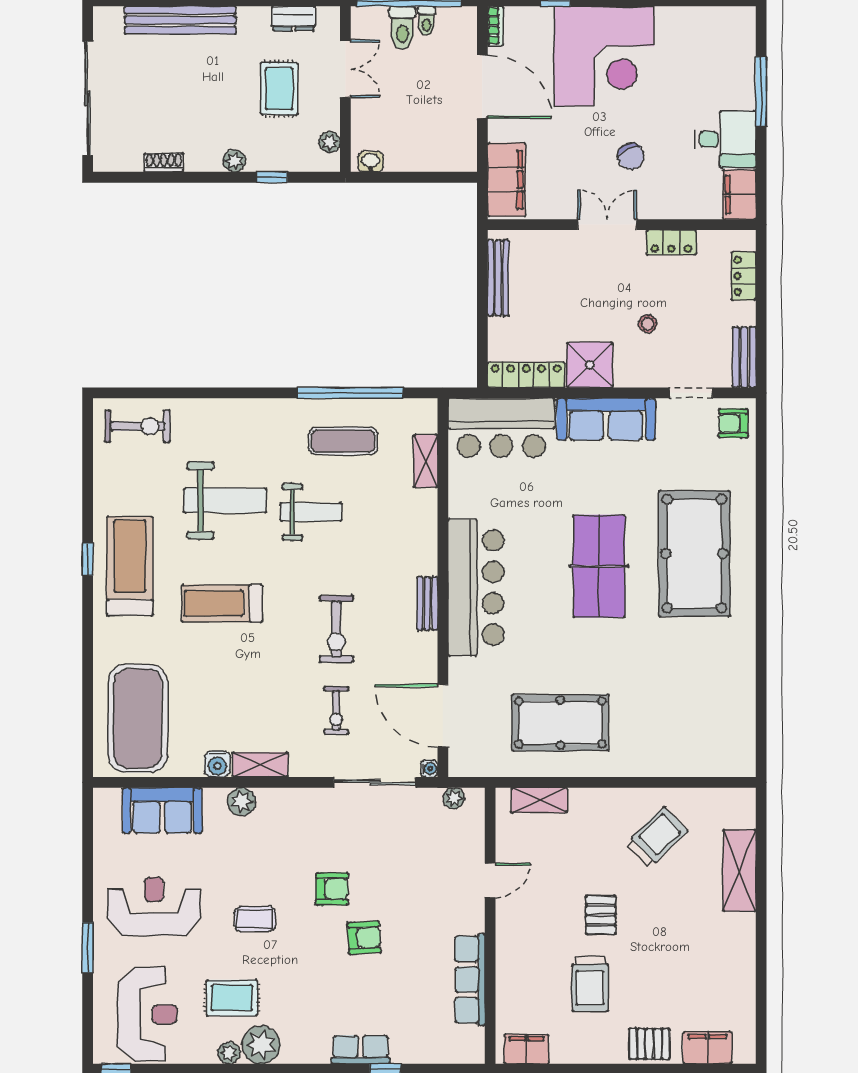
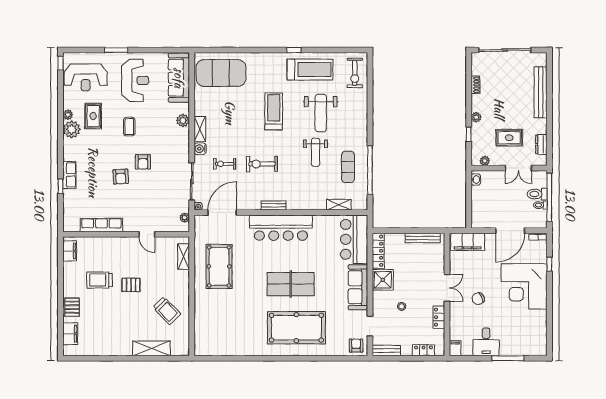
filing cabinet: (739, 195) -> (455, 348), width x0.50
treadmill: (130, 566) -> (310, 69), moved
water cooler: (217, 764) -> (200, 149), moved
sofa: (162, 810) -> (179, 78), width x1.36

